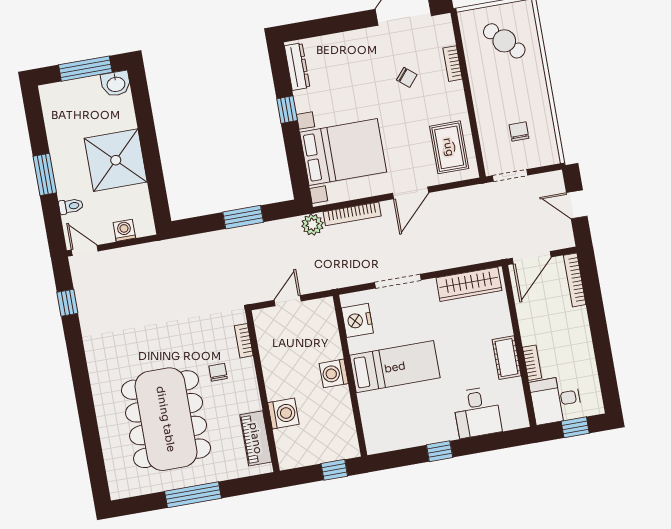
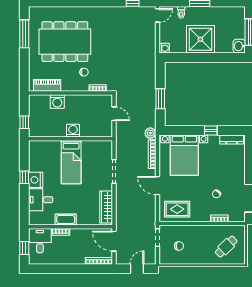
washing machine: (124, 230) -> (164, 48), moved
nightstand: (357, 320) -> (36, 180), moved, turned -90
window: (193, 495) -> (24, 34), moved

